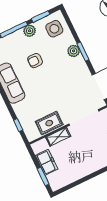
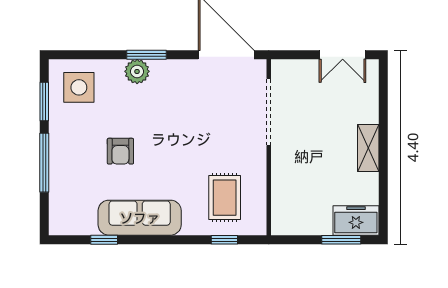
plant: (30, 31) -> (61, 135), removed
rug: (49, 123) -> (225, 198), moved
shelving: (58, 137) -> (368, 148), moved
freezer: (47, 162) -> (356, 220), moved

